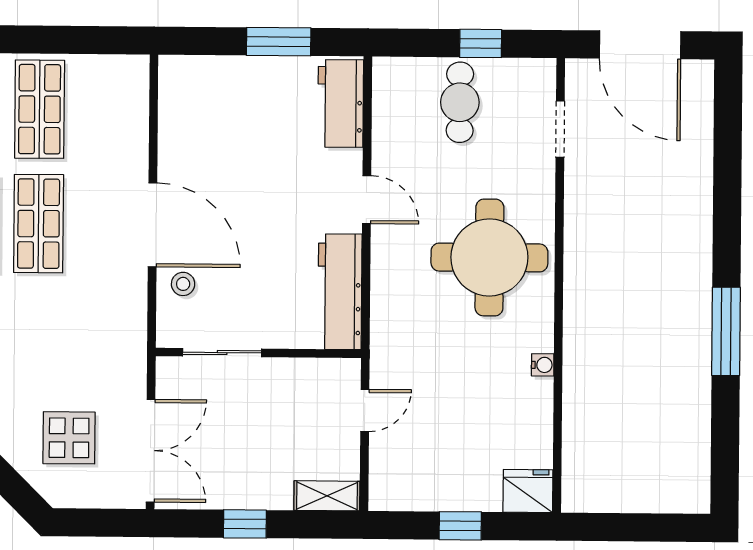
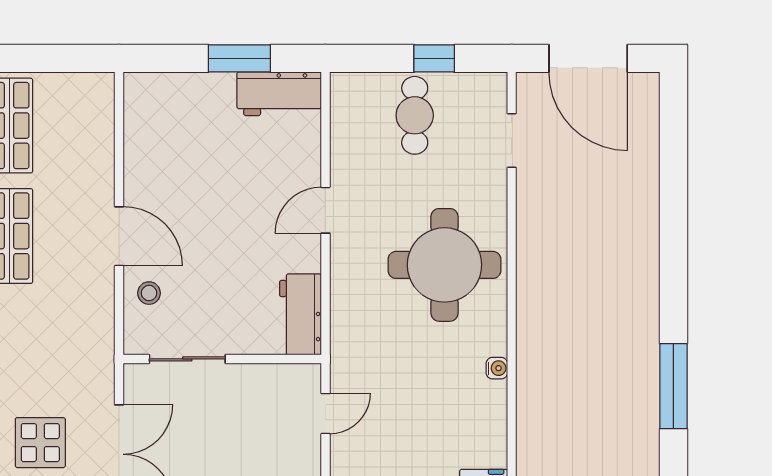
workbench: (341, 103) -> (279, 94), moved, turned -90
door: (367, 200) -> (325, 210), swing flipped
door: (152, 225) -> (119, 236), width x0.73
workbench: (340, 292) -> (301, 314), width x0.73
window: (726, 331) -> (673, 386), moved

